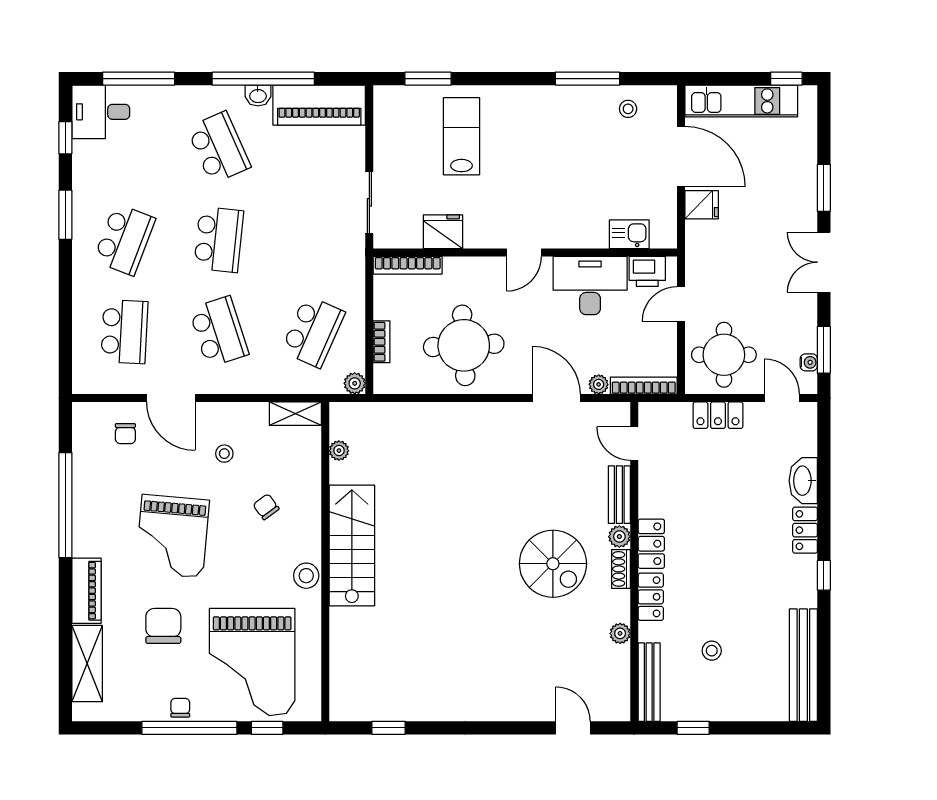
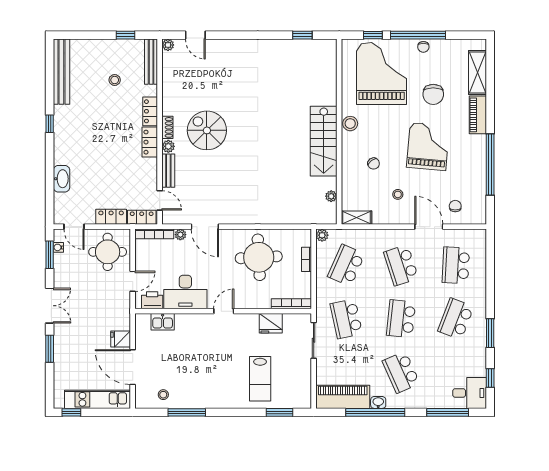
school desk: (313, 240) -> (346, 319), added
locker: (805, 530) -> (142, 217), moved, turned -90
plant: (620, 633) -> (168, 45), moved

